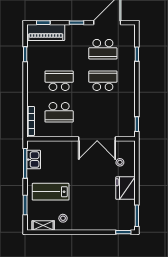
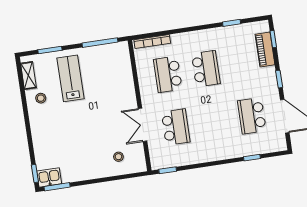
piano: (46, 32) -> (265, 50), width x0.73, depth x0.75
school desk: (103, 81) -> (176, 127), moved
double door: (97, 139) -> (142, 125), width x0.73
kitchen sink: (34, 160) -> (49, 177), moved, turned 180
fridge: (126, 188) -> (88, 168), removed

